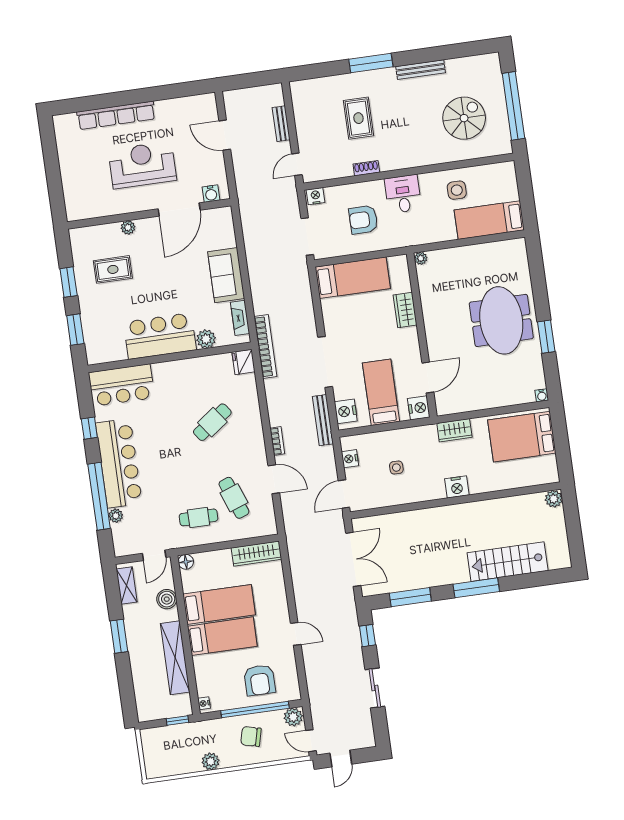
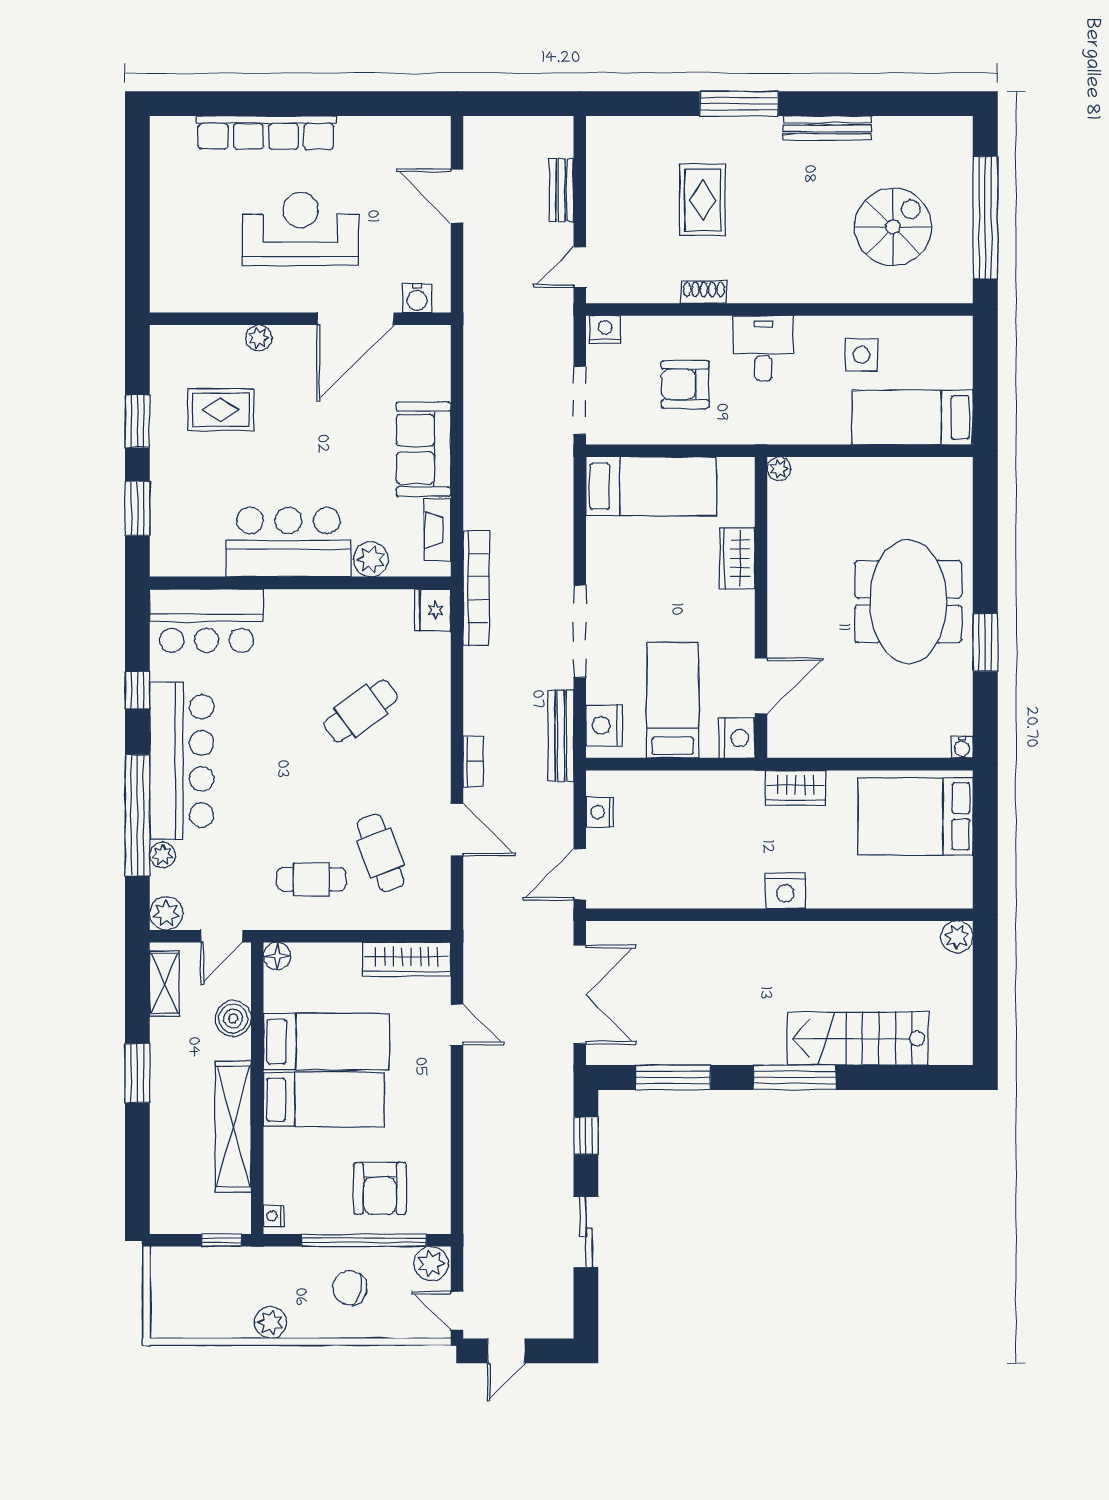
side table: (396, 468) -> (681, 840), removed
plant: (122, 547) -> (166, 913), added
door: (296, 634) -> (457, 1025), moved

